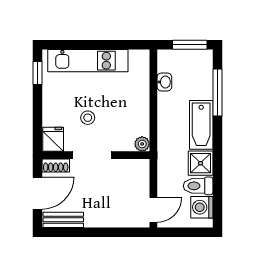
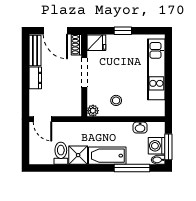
bidet: (207, 58) -> (158, 160), added
window: (37, 73) -> (123, 31), moved
stool: (88, 118) -> (116, 100), moved
washing machine: (202, 207) -> (157, 146), moved, turned -90
dresser: (99, 219) -> (35, 78), added

